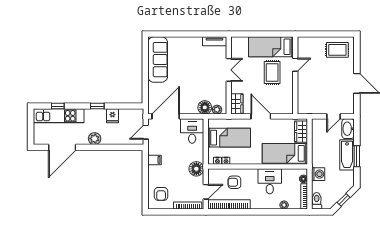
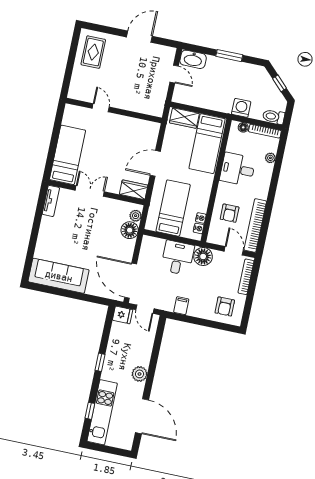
bed: (271, 47) -> (68, 155), moved, turned 180
rug: (272, 72) -> (104, 138), removed
fridge: (112, 116) -> (123, 315), moved
desk: (192, 131) -> (178, 258), moved, turned 90
bathtub: (347, 155) -> (225, 67), removed
armchair: (161, 194) -> (225, 306), turned 90

